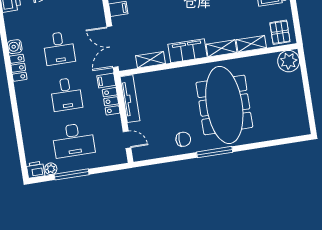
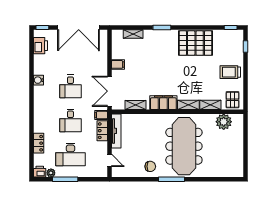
plant: (289, 61) -> (224, 122), moved
locker: (18, 68) -> (39, 143), moved

